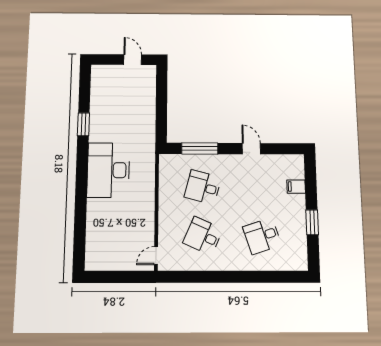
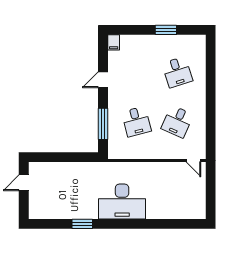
desk: (203, 187) -> (136, 122), turned -30
filing cabinet: (296, 187) -> (114, 42), moved

